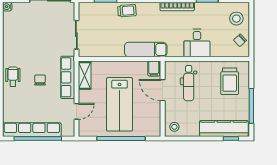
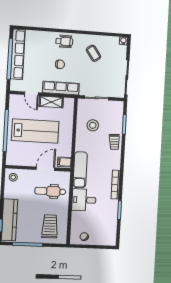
stool: (236, 19) -> (93, 125), moved
coffee table: (24, 41) -> (93, 53), added
exam couch: (146, 49) -> (80, 170), moved
shelving: (85, 76) -> (51, 102), moved
trolley: (230, 81) -> (50, 226), turned 90
lab bench: (120, 104) -> (35, 131), turned 180

